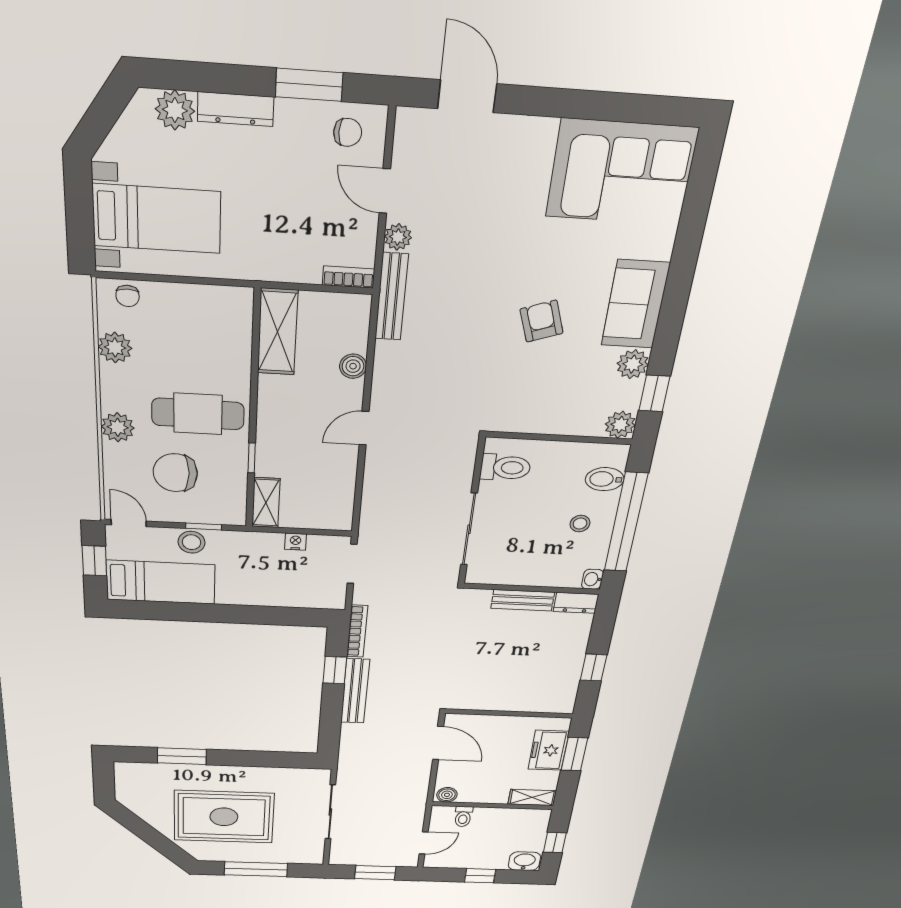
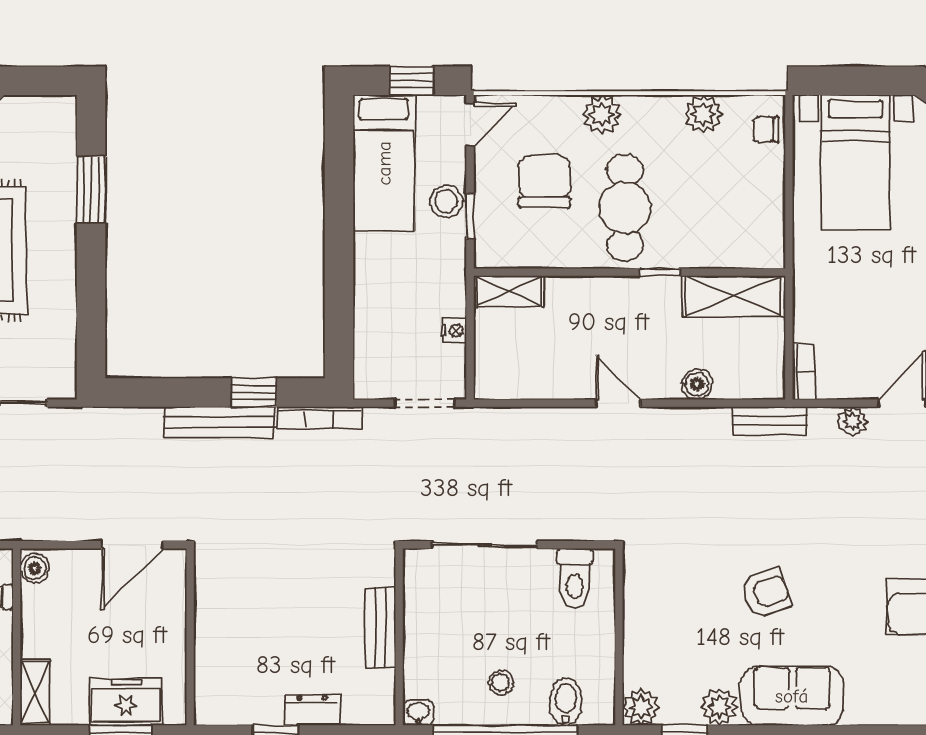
bench: (392, 297) -> (770, 421), width x0.73
window: (252, 458) -> (660, 272), moved
dresser: (576, 603) -> (312, 710), moved, turned 90

